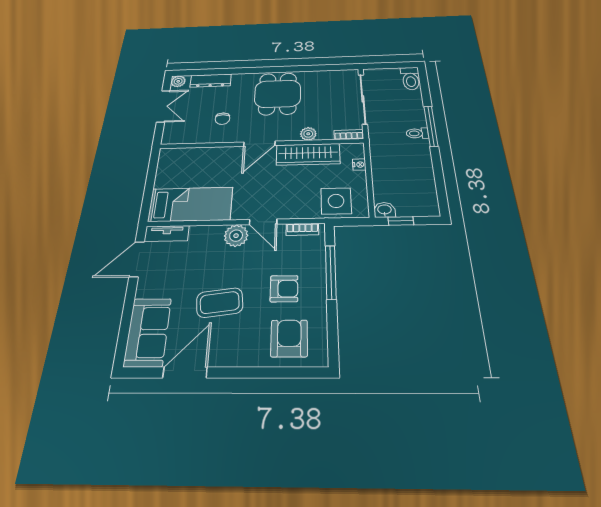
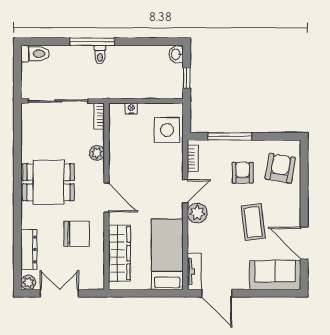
chair: (222, 119) -> (77, 234), width x1.87, depth x1.87
wardrobe: (308, 154) -> (119, 253), moved
washbasin: (385, 210) -> (176, 54), moved
armchair: (289, 338) -> (280, 168), turned 100

